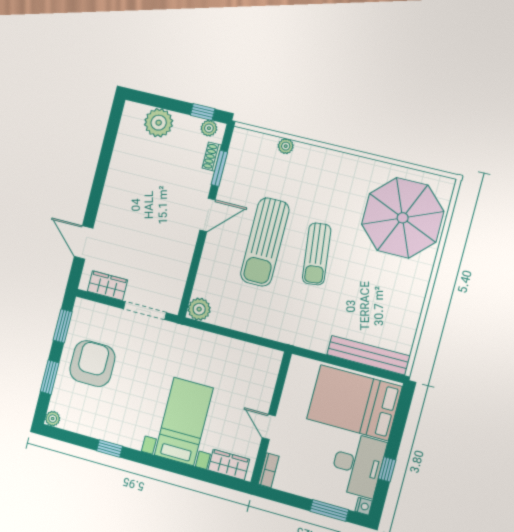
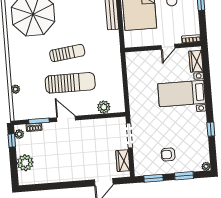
plant: (199, 309) -> (104, 107), moved
armchair: (92, 364) -> (168, 155), width x0.53, depth x0.53

